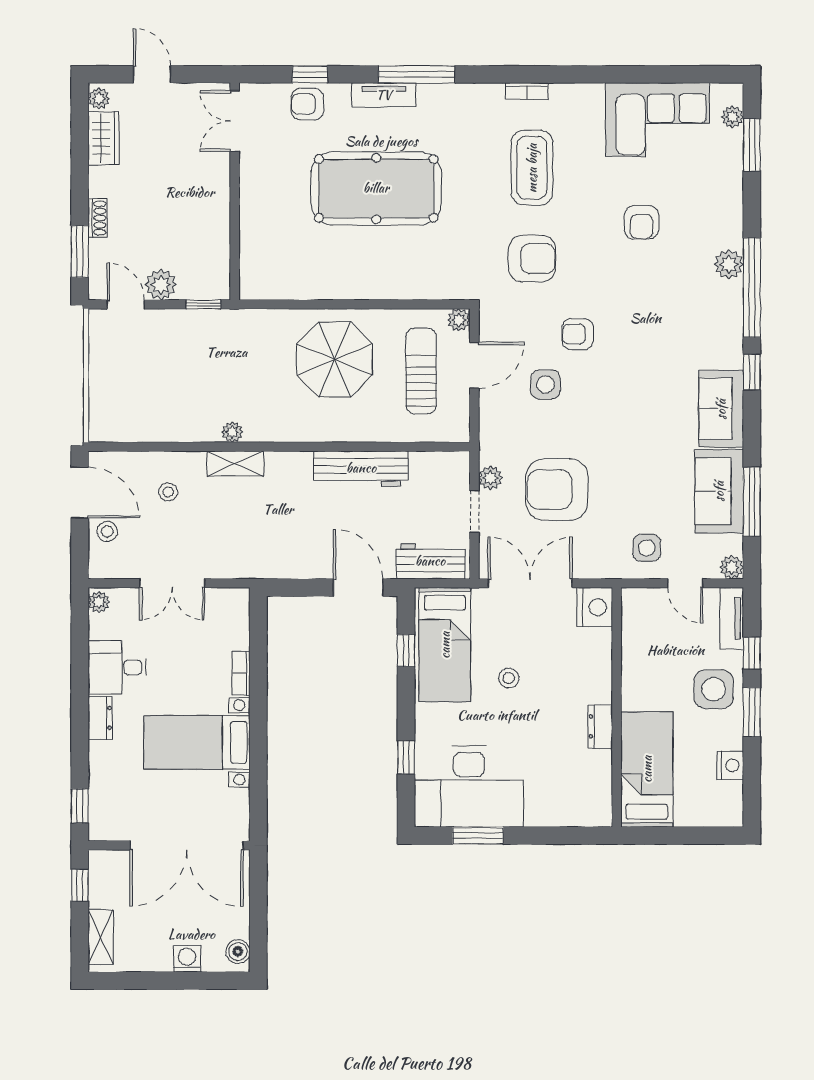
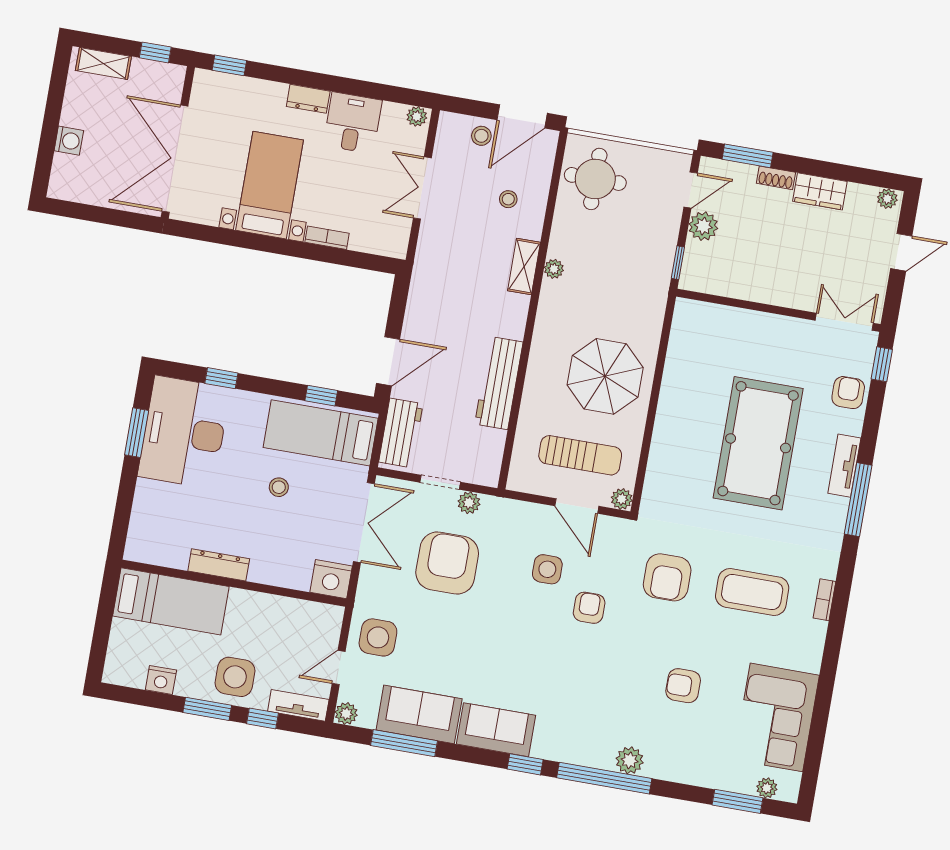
window: (310, 74) -> (882, 364), moved
wardrobe: (104, 138) -> (820, 191), moved
round table: (131, 405) -> (595, 179), added
side table: (647, 548) -> (378, 637), width x1.37, depth x1.37
dresser: (600, 726) -> (219, 565), width x1.44
boiler: (238, 952) -> (67, 189), removed

